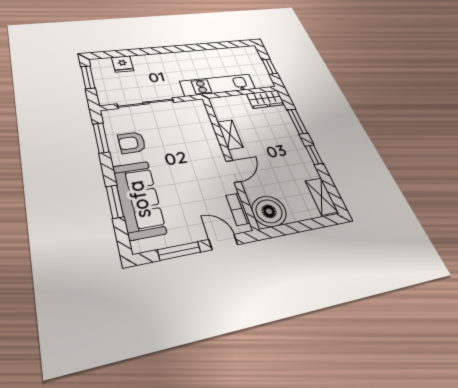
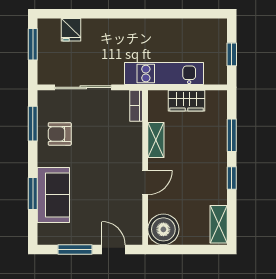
wardrobe: (265, 99) -> (186, 101), moved
sofa: (139, 199) -> (53, 195), width x0.73
bookcase: (238, 209) -> (136, 106), moved

